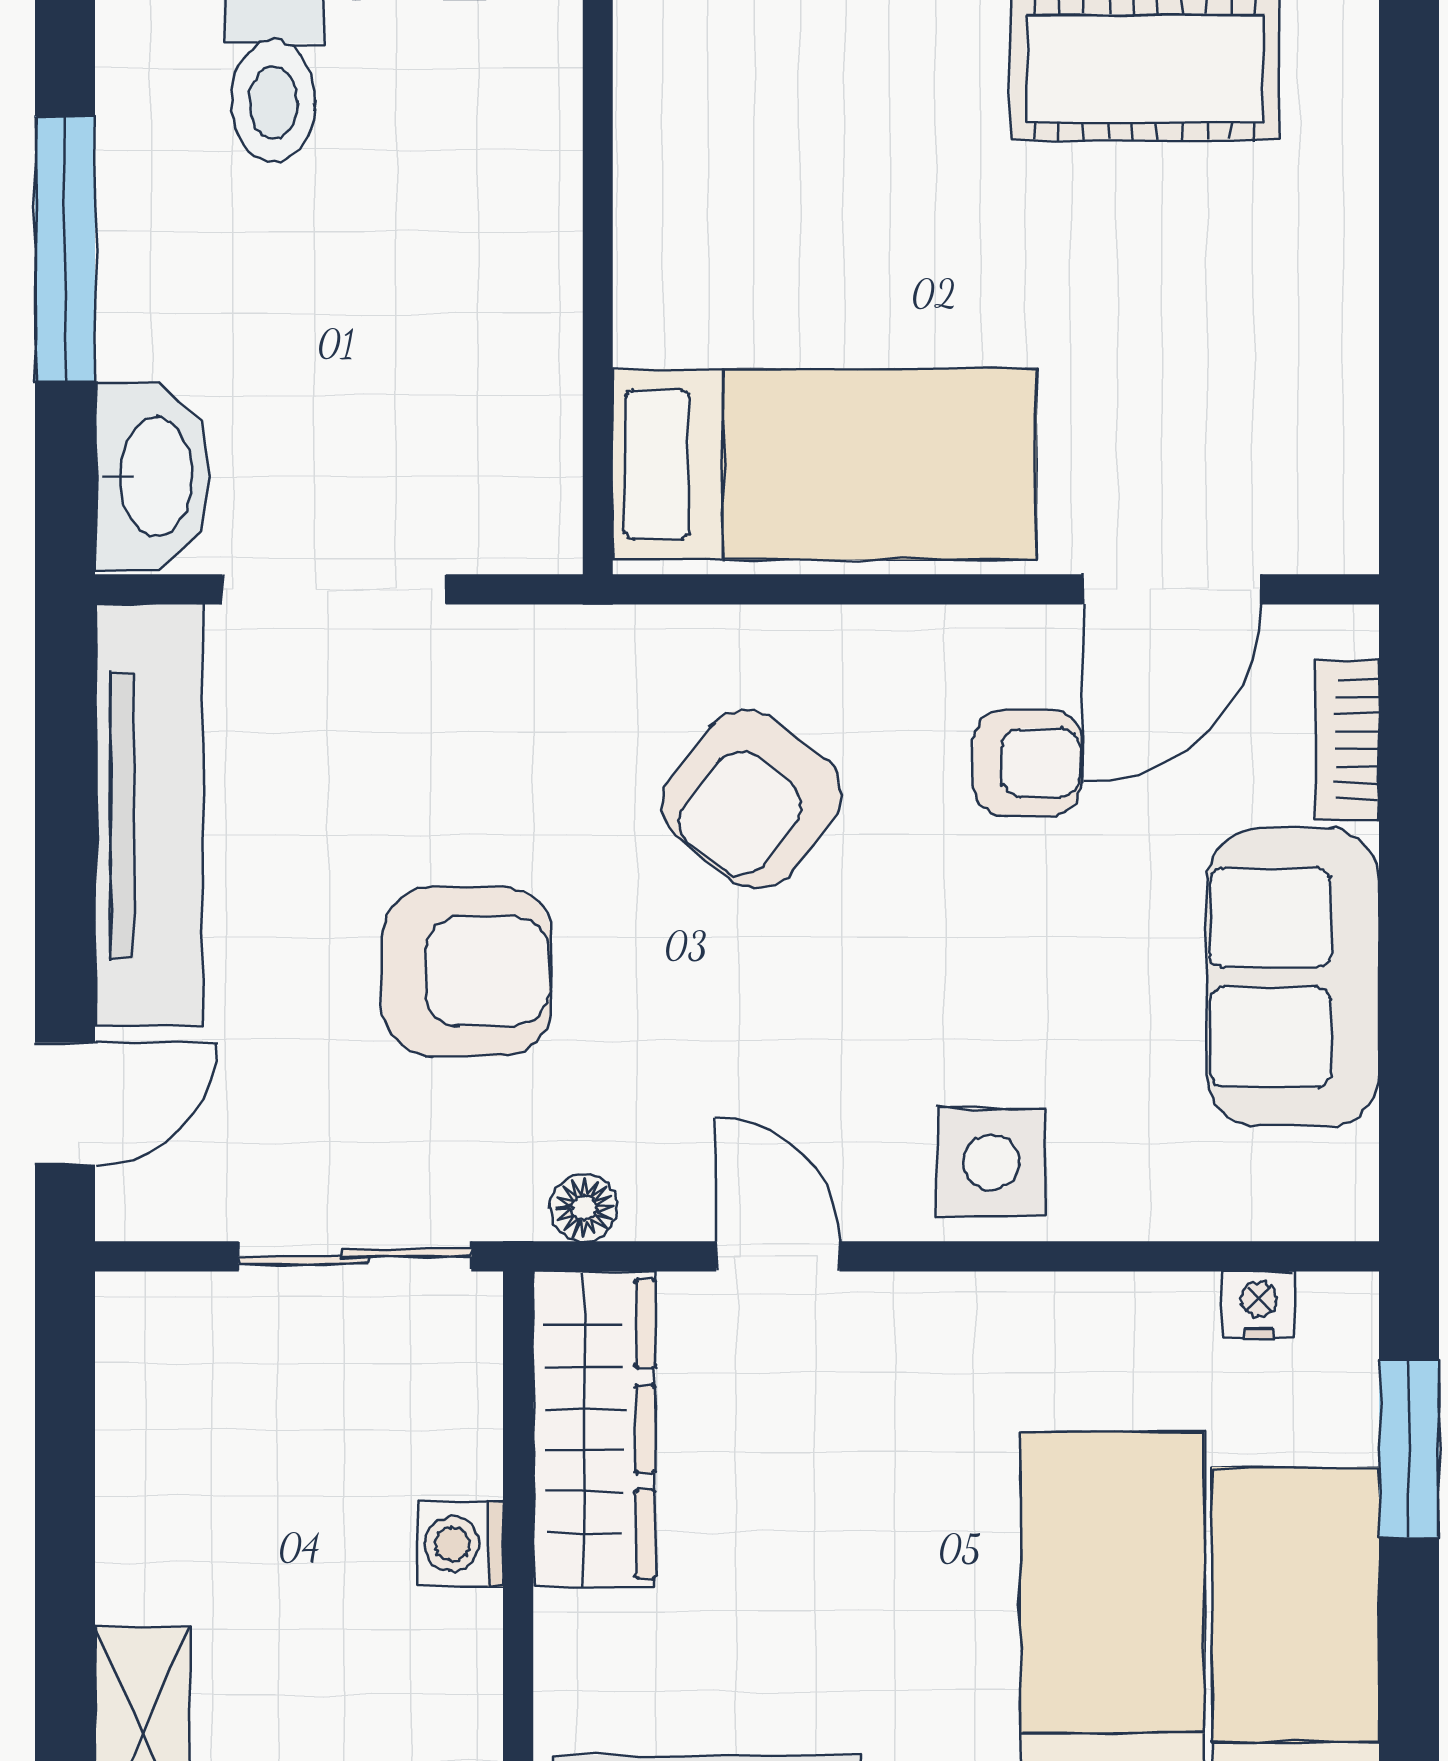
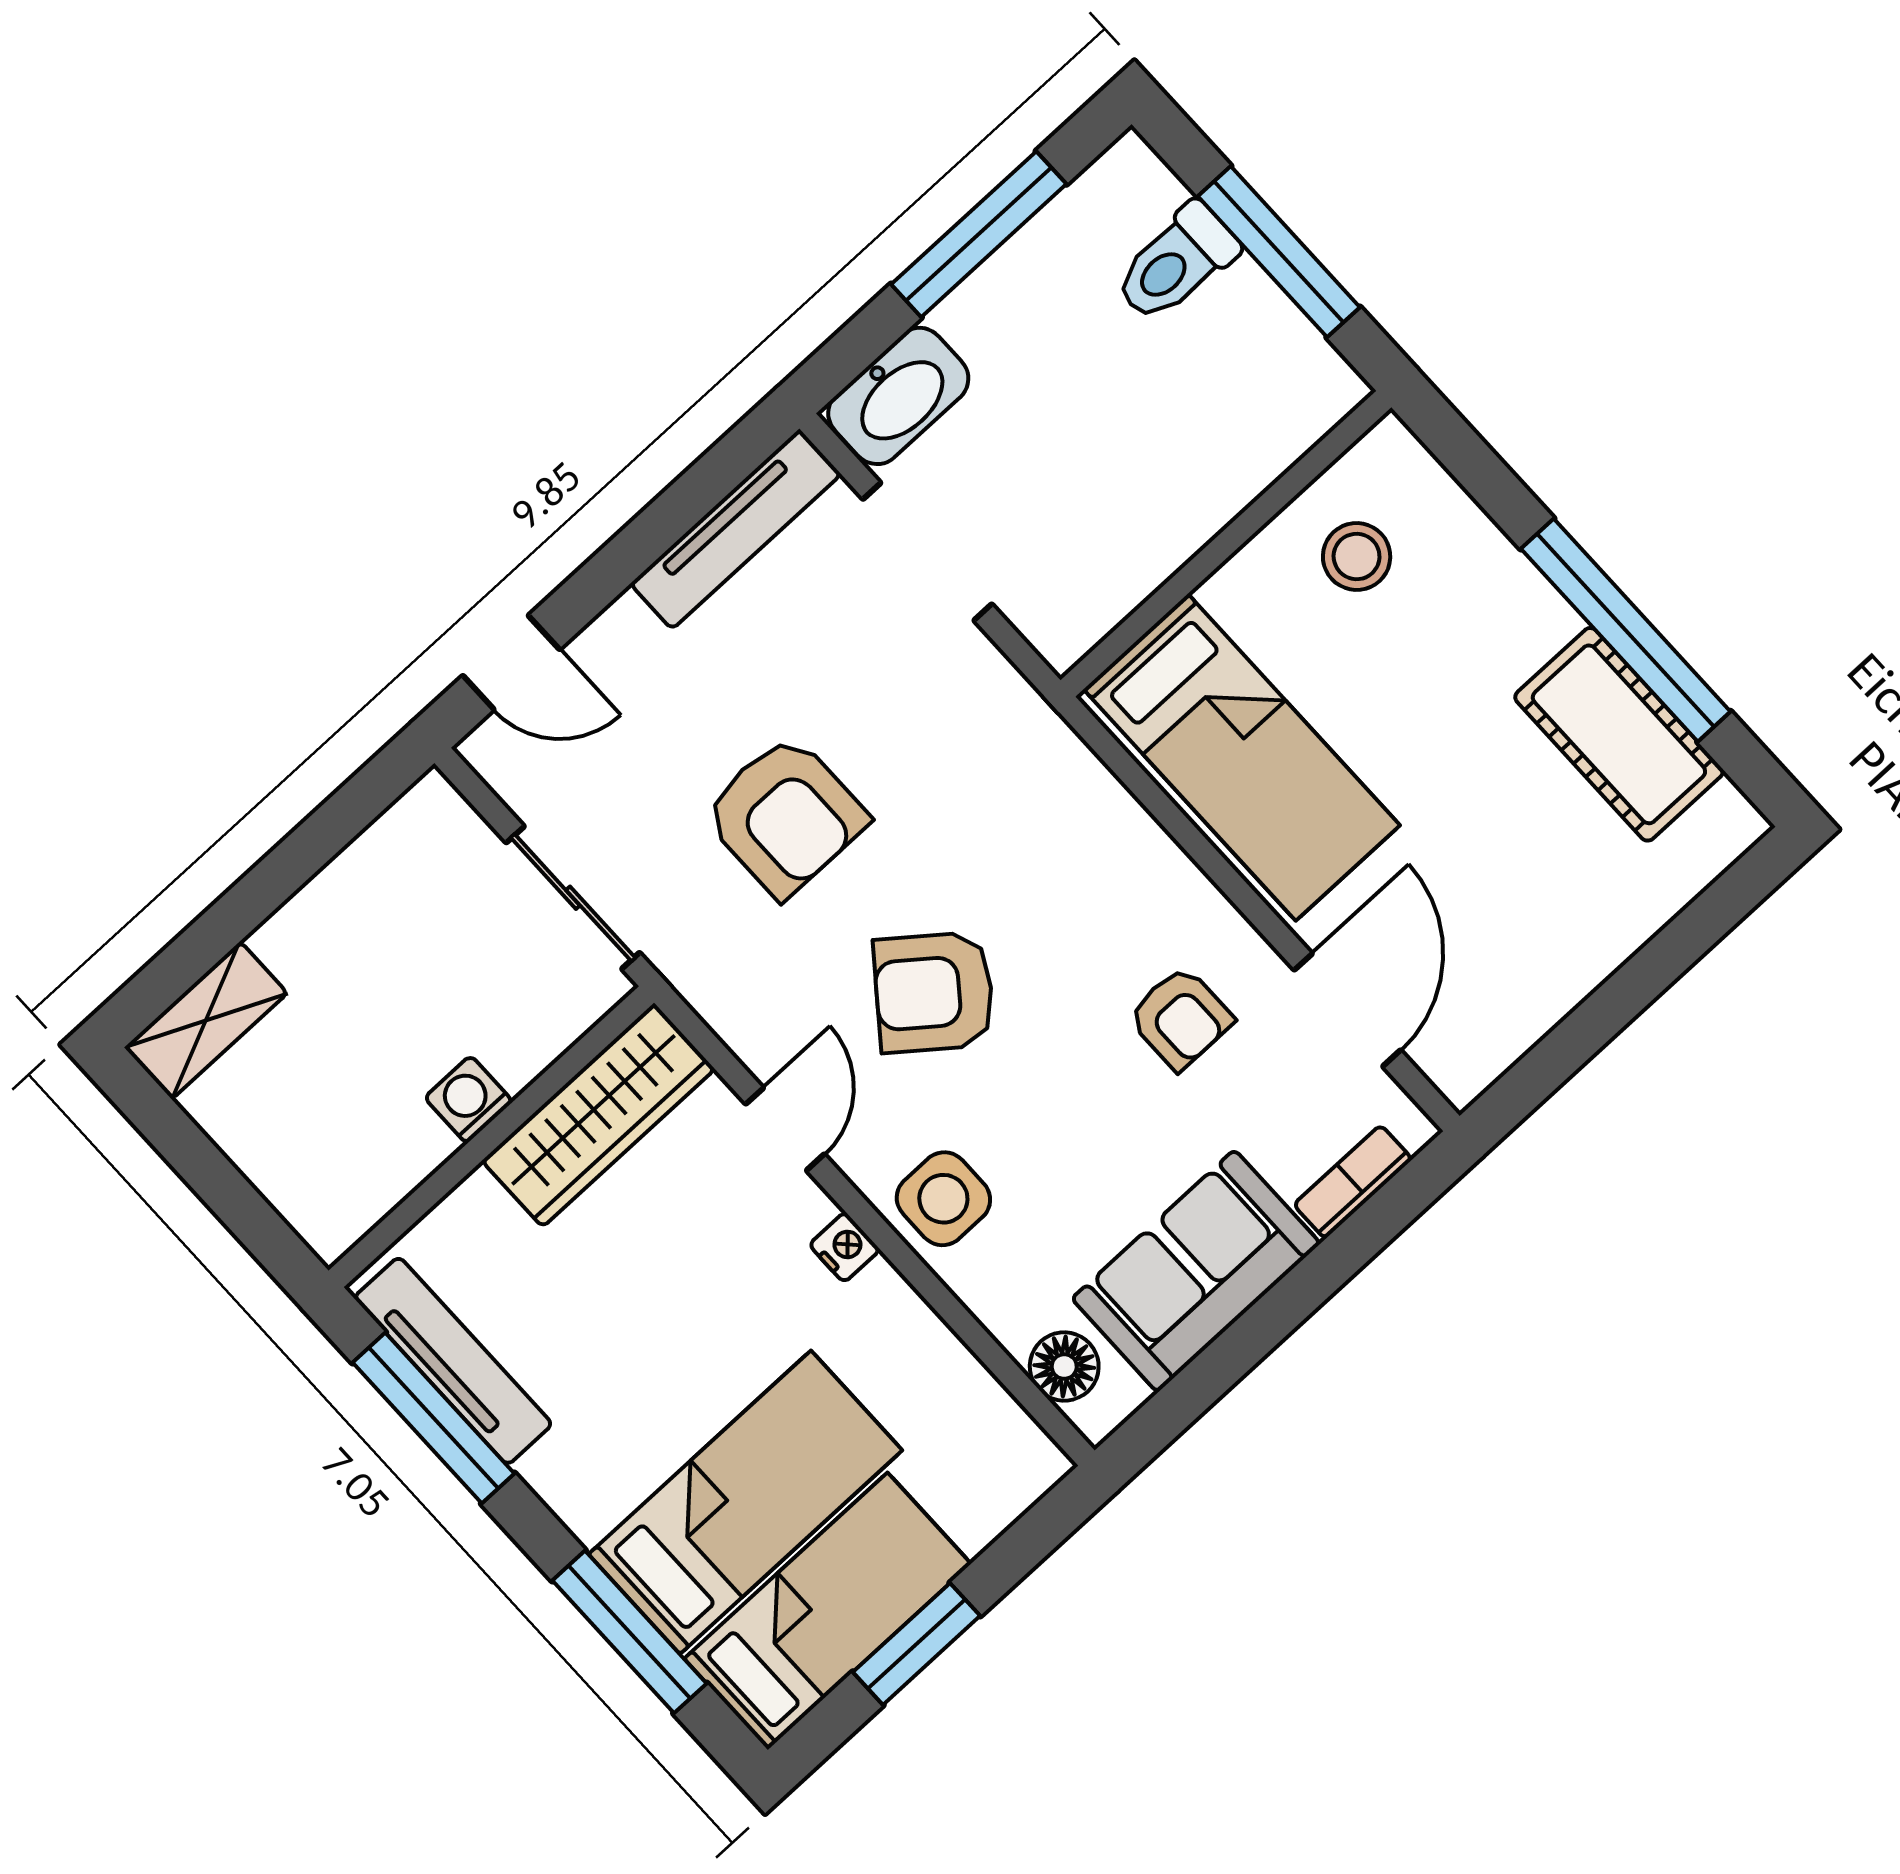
stool: (729, 167) -> (1357, 557), added
door: (1172, 589) -> (1347, 1010), swing flipped
armchair: (752, 799) -> (934, 992), moved
tv unit: (149, 815) -> (736, 529), width x0.73, depth x0.78
floor lamp: (584, 1208) -> (1064, 1367), moved, width x1.37, depth x1.37
nightstand: (1259, 1305) -> (845, 1247), moved
window: (1409, 1449) -> (917, 1644), moved

